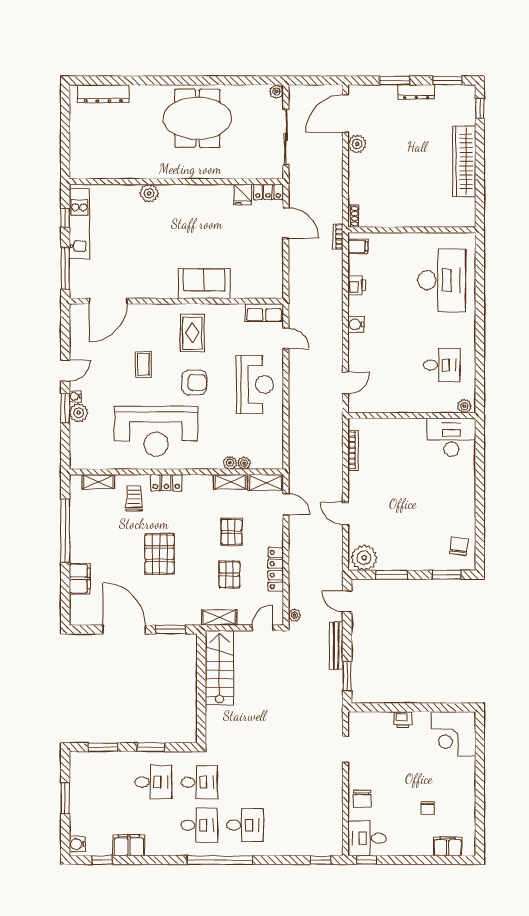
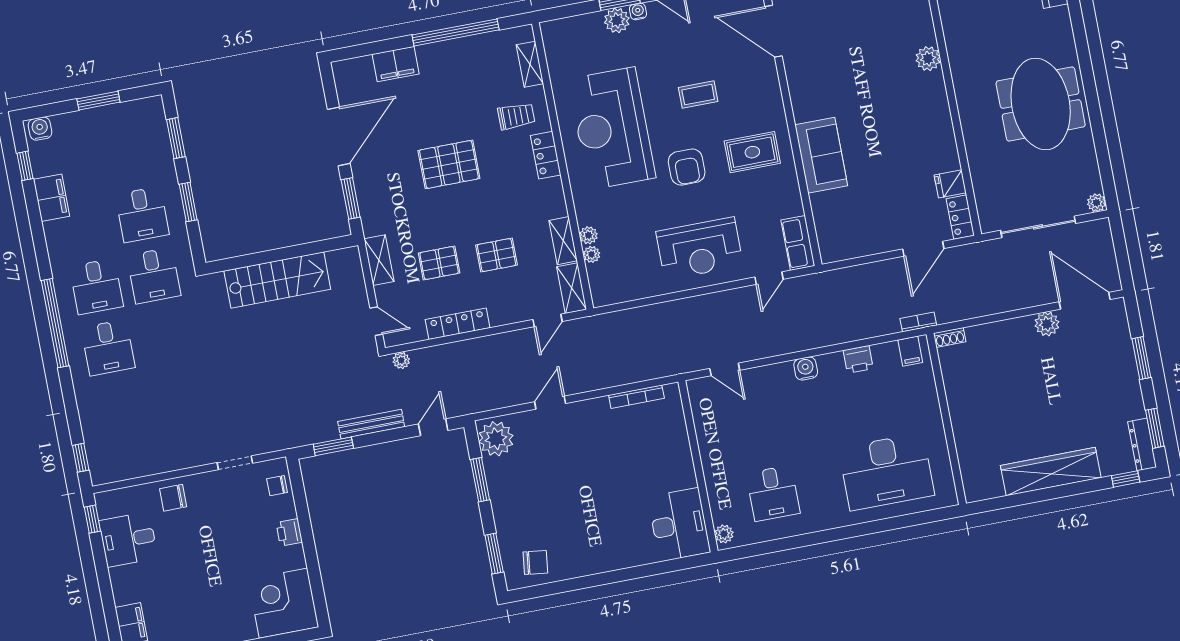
dresser: (416, 92) -> (1142, 444), moved
stairs: (219, 668) -> (277, 280), moved
chair: (428, 808) -> (277, 486), moved
desk: (367, 838) -> (128, 539), moved, turned -90

